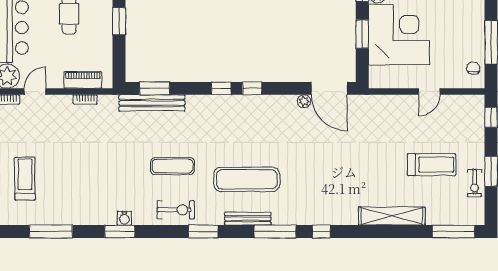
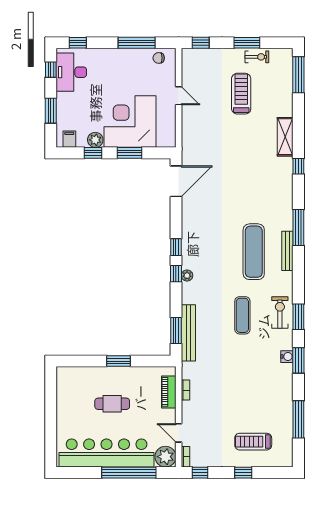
plant: (304, 101) -> (187, 276), moved
shelving: (392, 216) -> (285, 137), width x0.68
window: (203, 231) -> (298, 317), moved
window: (321, 231) -> (298, 166), moved

